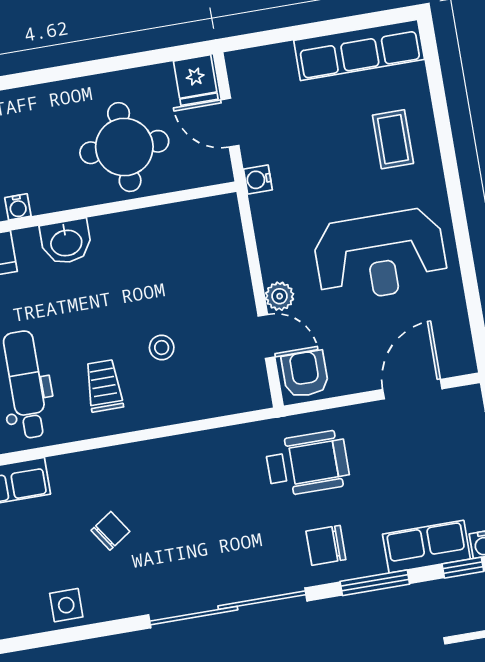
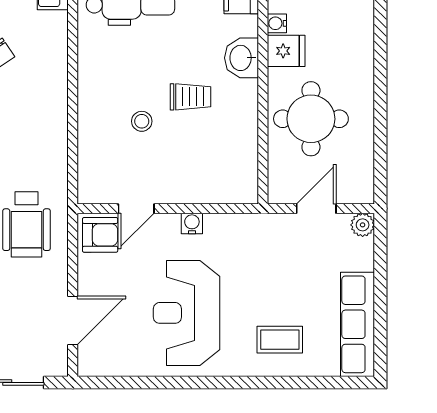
fridge: (196, 80) -> (286, 51), moved, turned 180
water cooler: (258, 179) -> (192, 223), moved
plant: (280, 296) -> (363, 225), moved
trolley: (104, 386) -> (190, 97), moved
door: (412, 389) -> (73, 321), hinge flipped

